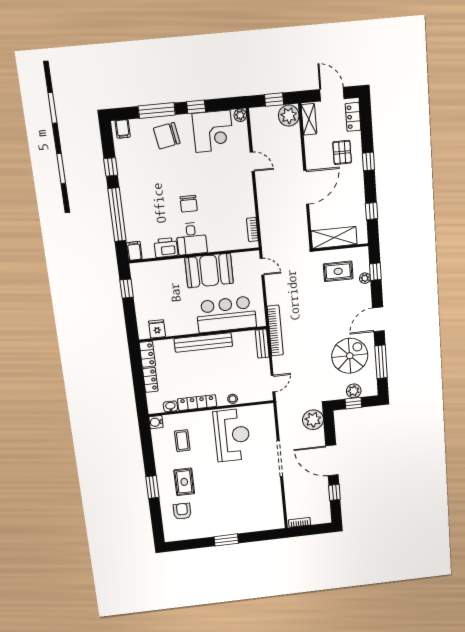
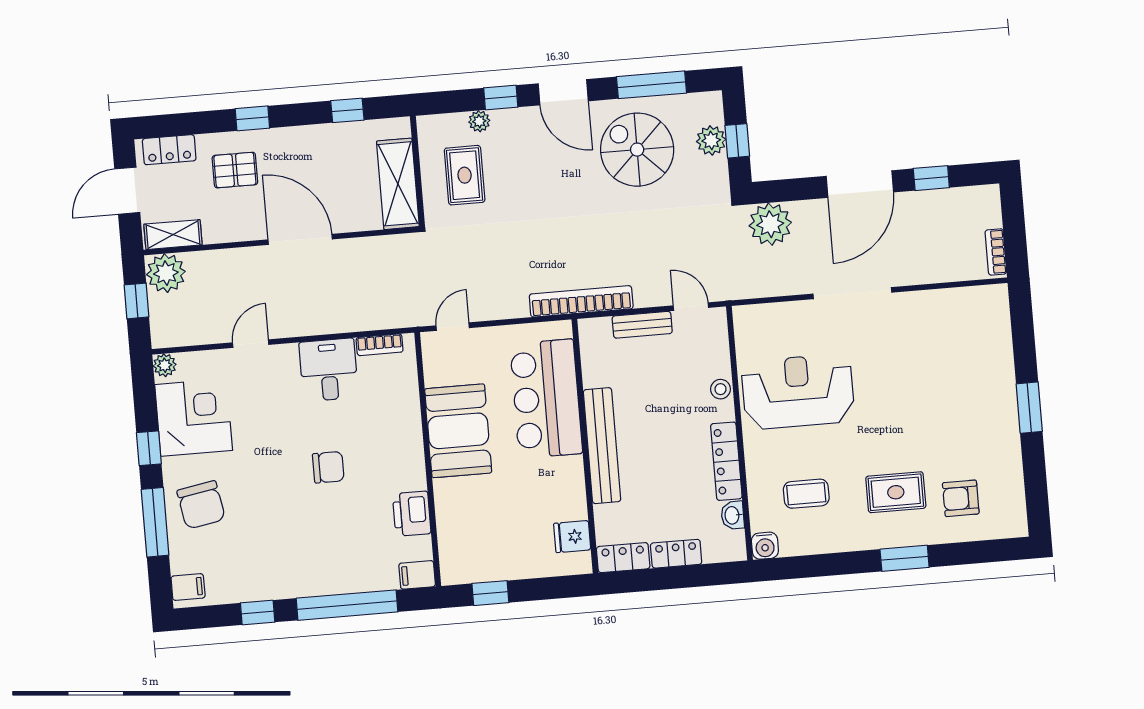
desk: (192, 239) -> (329, 370), moved, turned -90
window: (375, 272) -> (501, 98), moved
bench: (262, 344) -> (642, 325), moved

